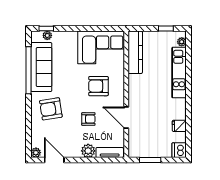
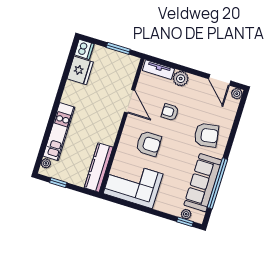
fridge: (179, 126) -> (80, 70), width x1.88, depth x1.34

